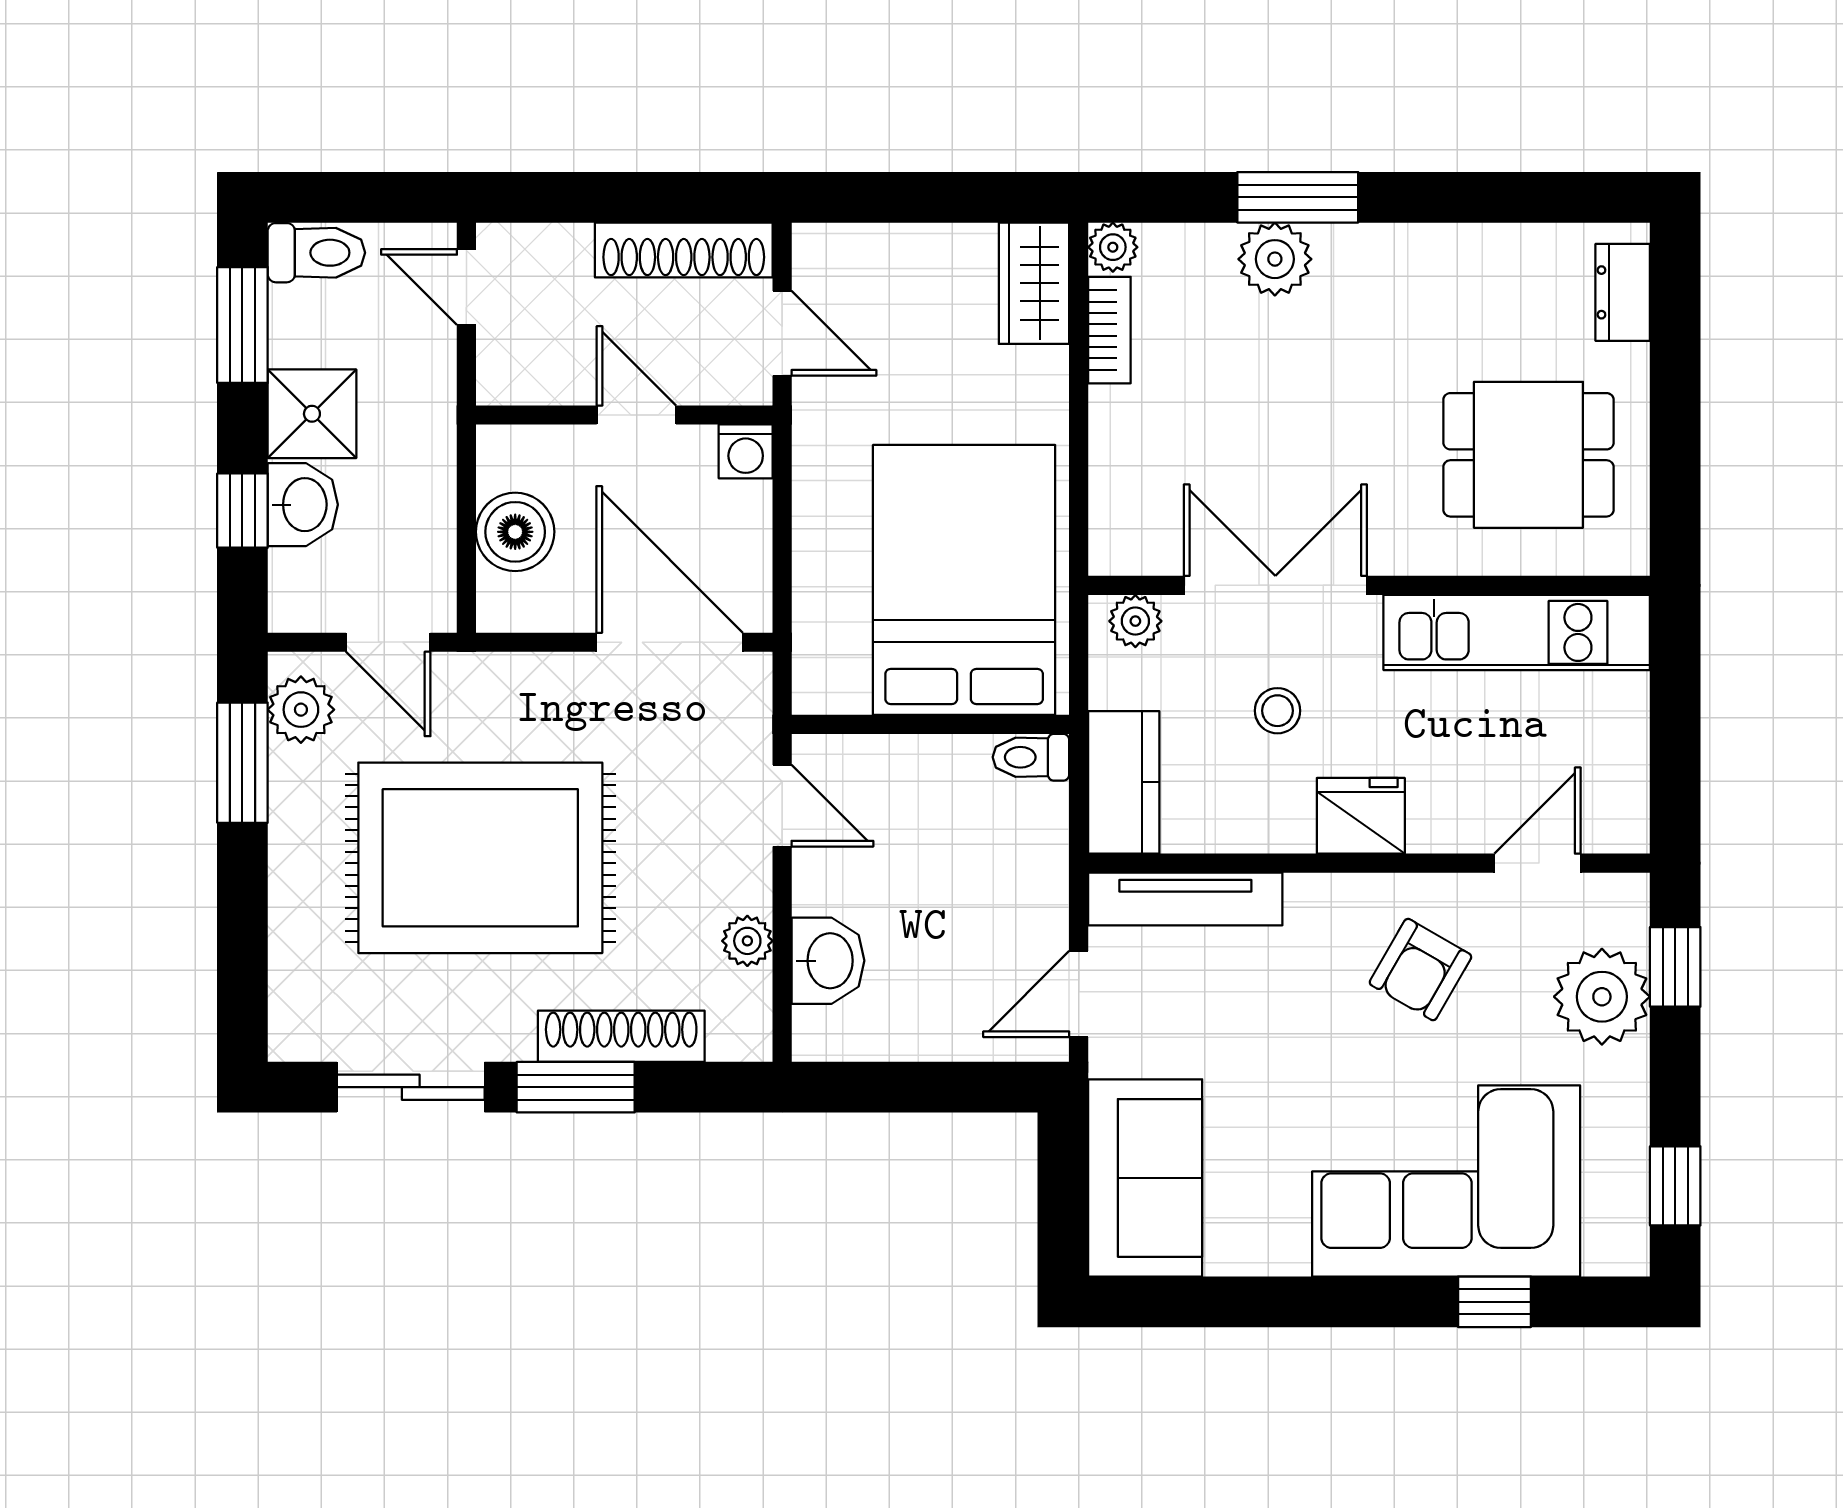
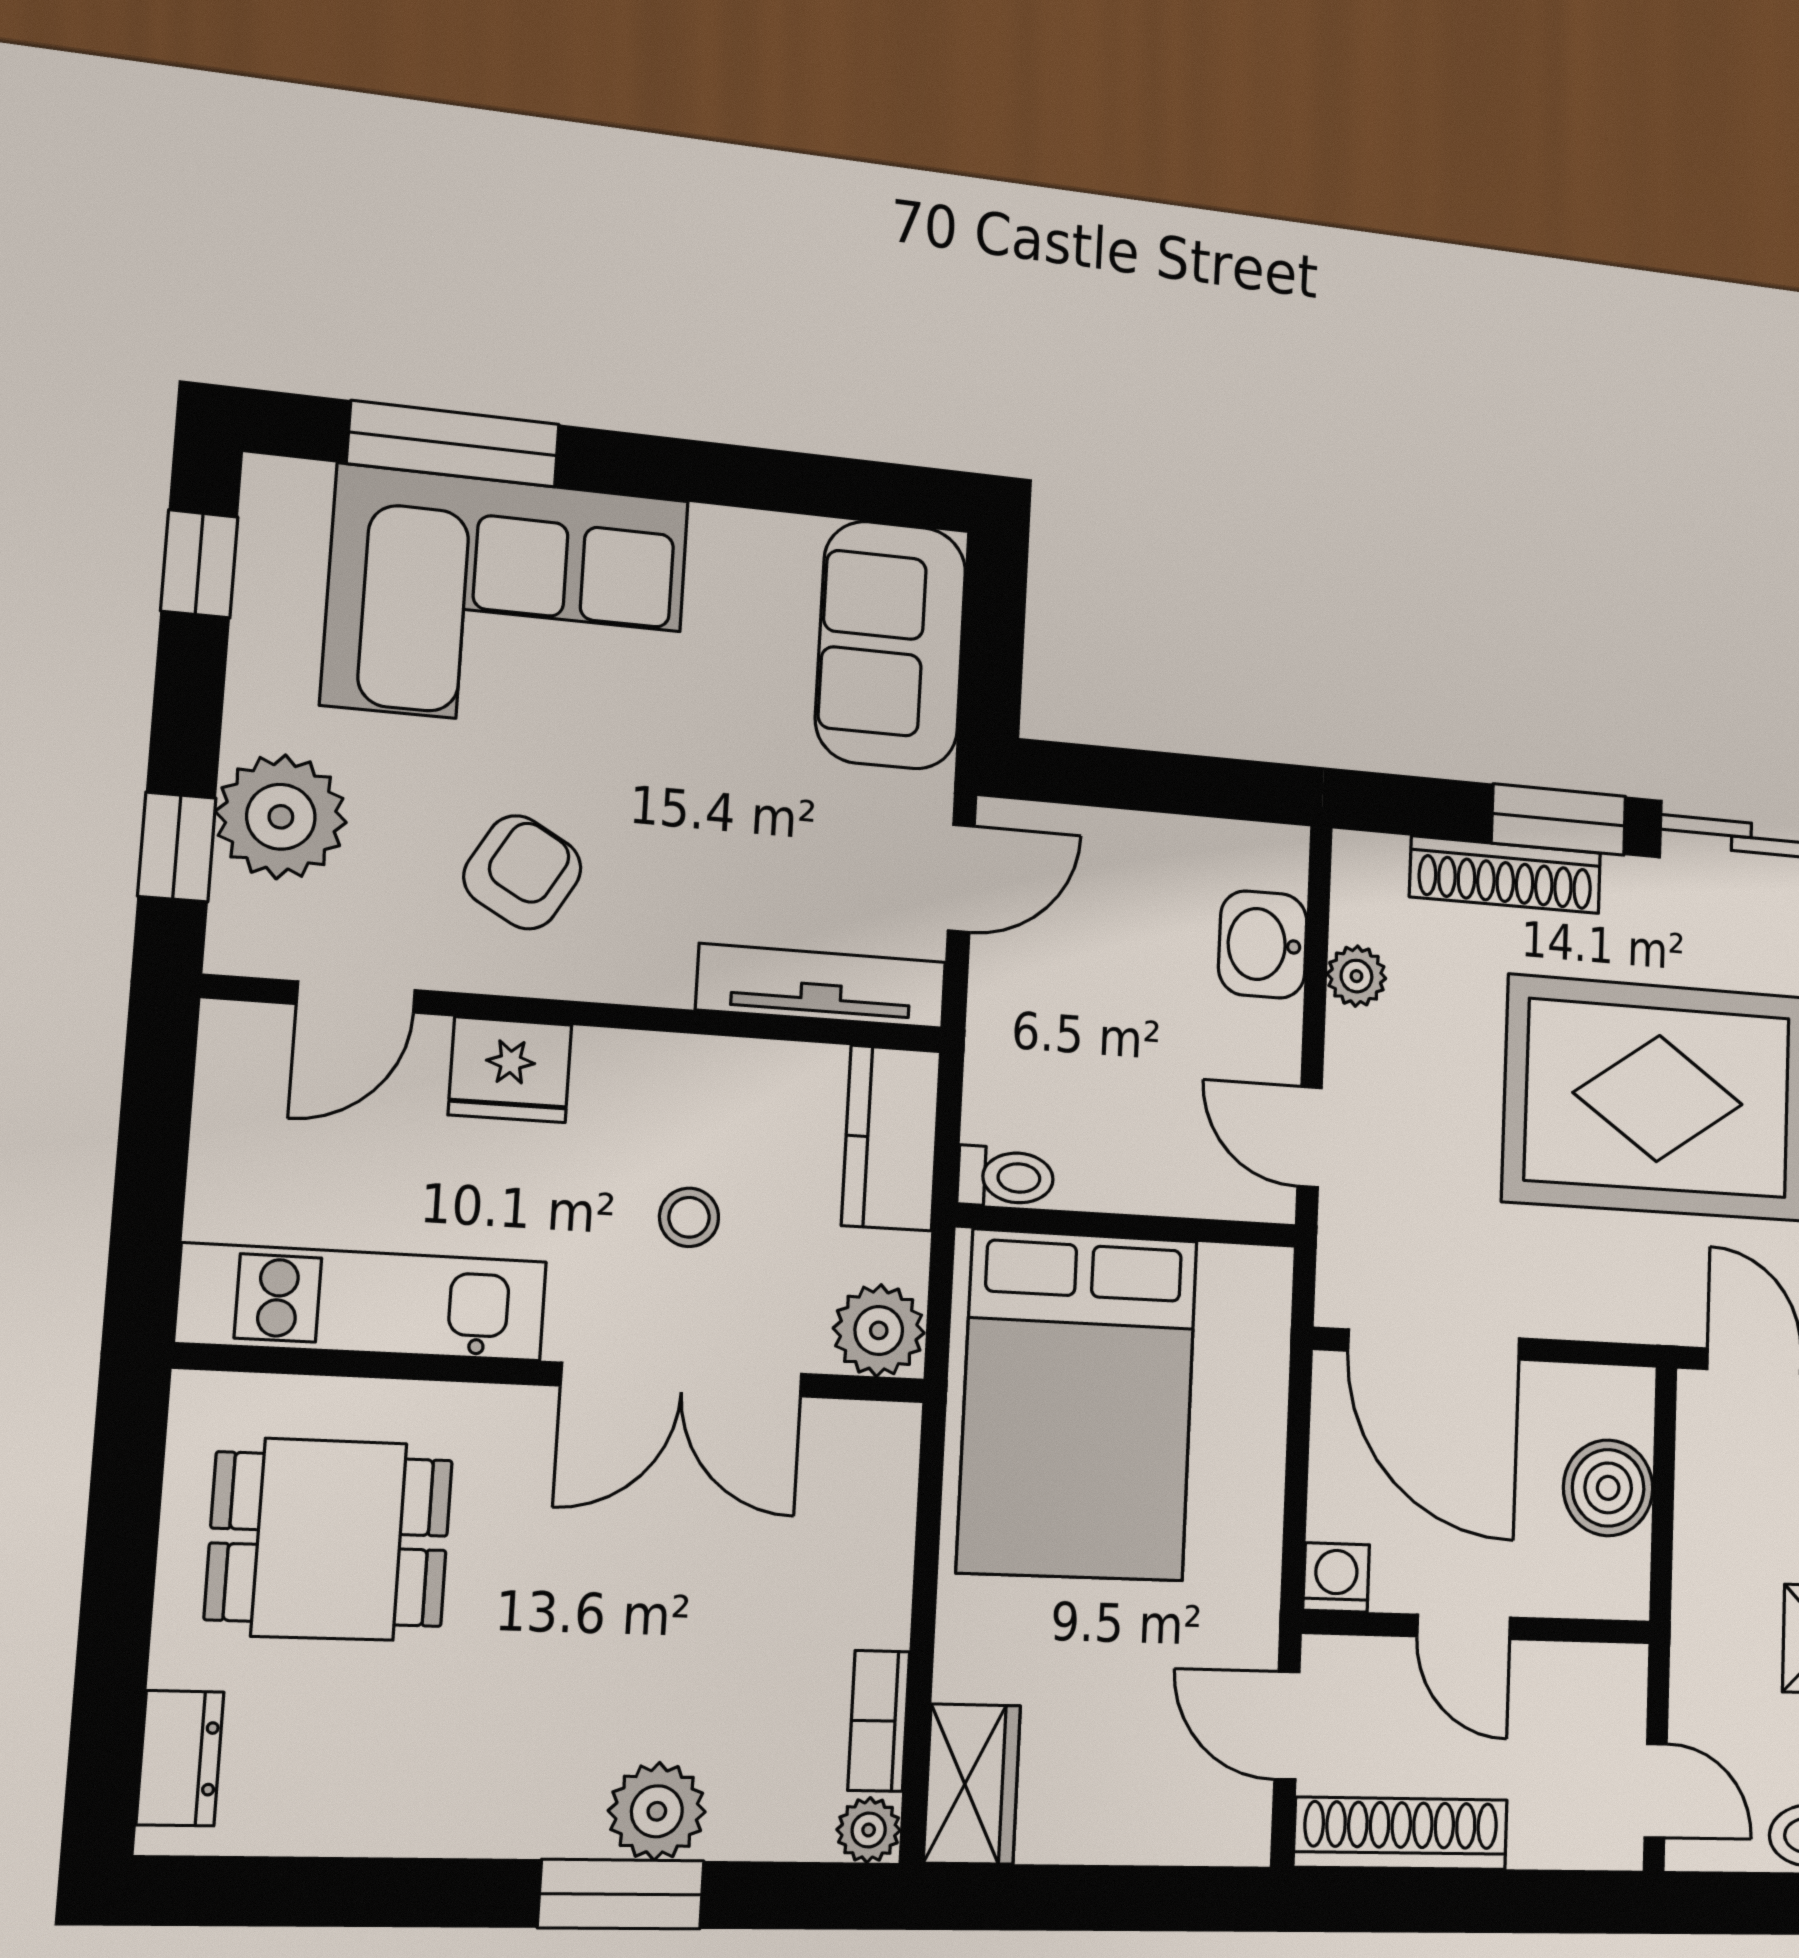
plant: (1135, 621) -> (879, 1330), width x1.38, depth x1.38
fridge: (1361, 816) -> (510, 1070), moved
window: (1495, 1302) -> (453, 444), width x2.17

